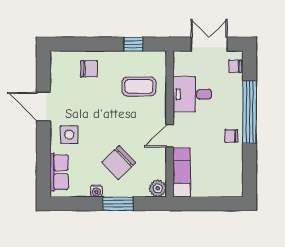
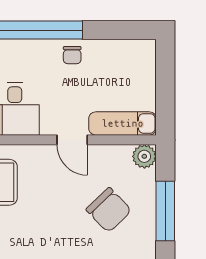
water cooler: (96, 191) -> (148, 241), removed
window: (118, 204) -> (165, 211), width x1.44

